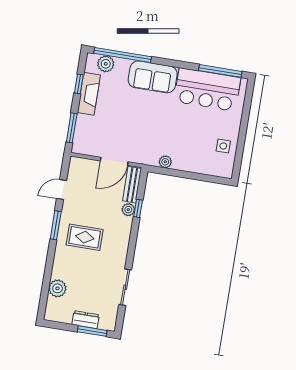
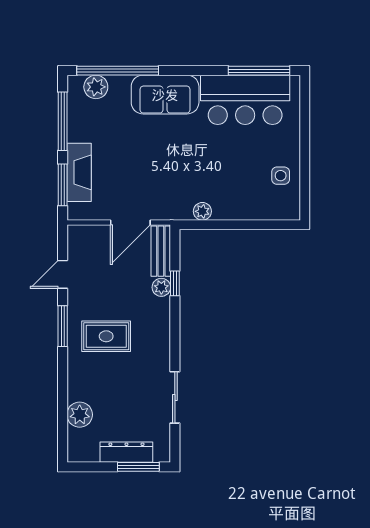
window: (79, 84) -> (63, 121), width x2.17
fireplace: (89, 94) -> (79, 172), moved
dresser: (86, 320) -> (126, 452), width x1.44

